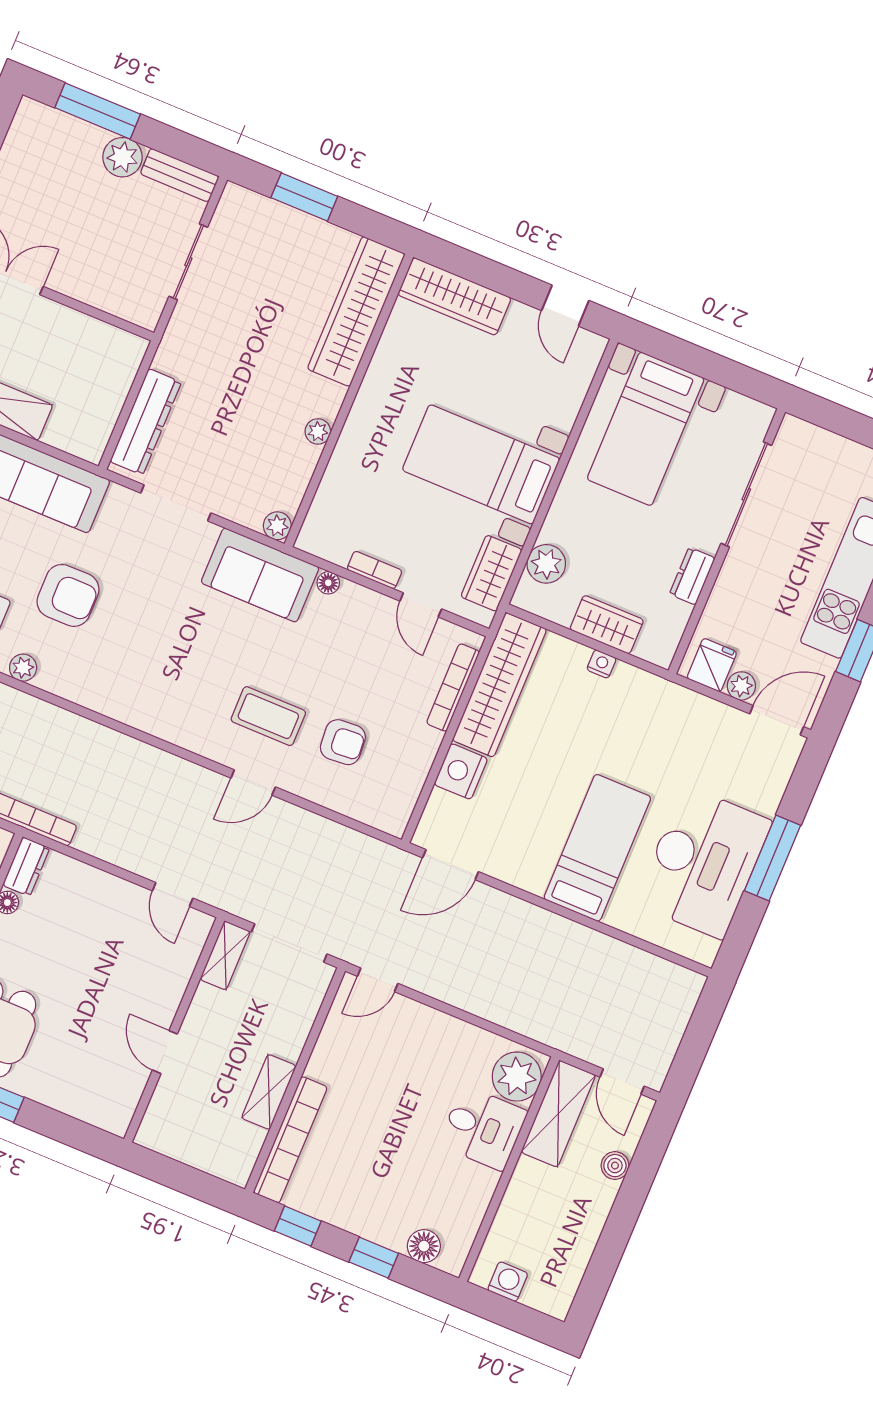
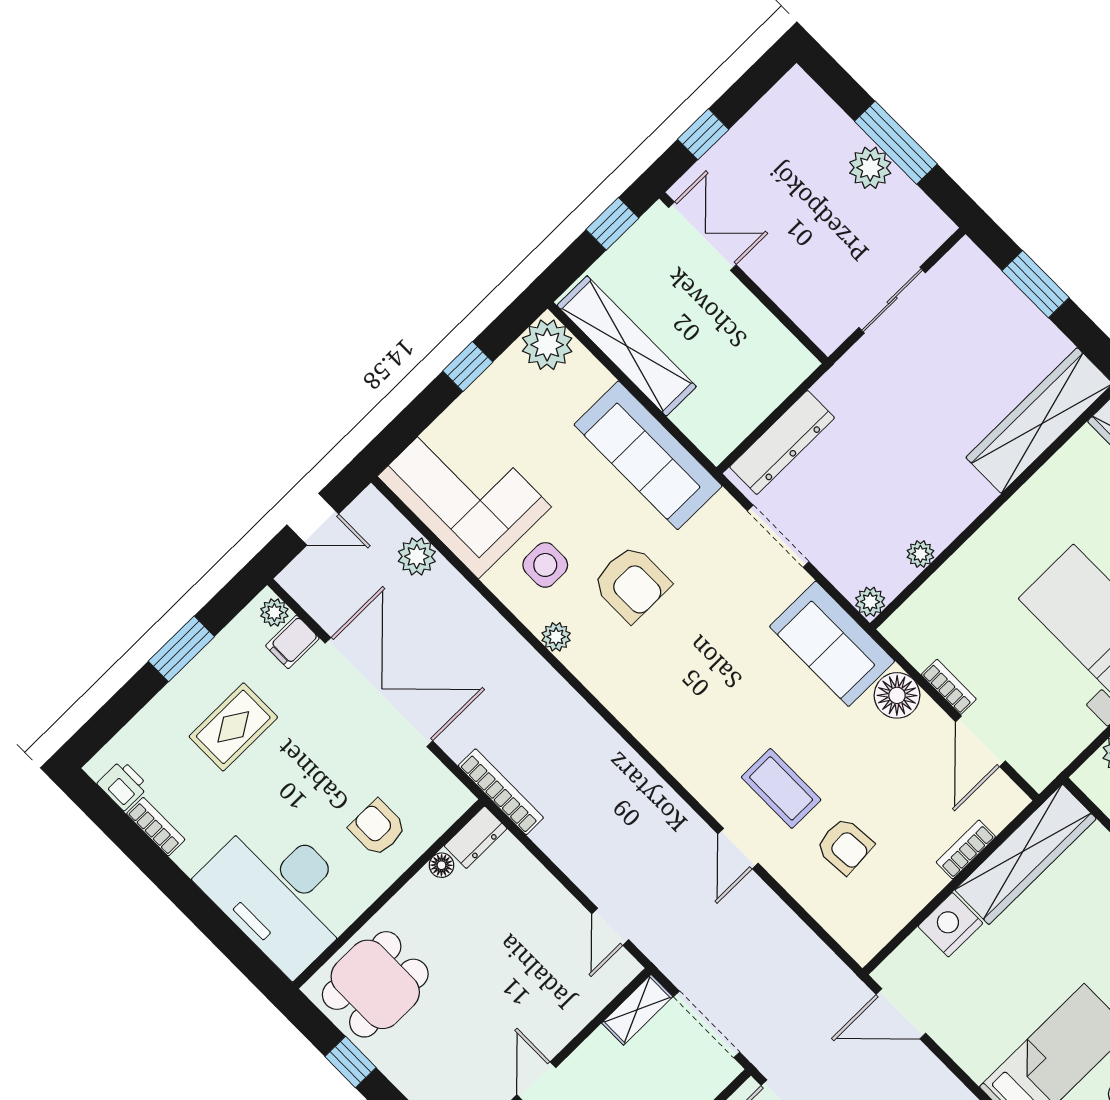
window: (98, 111) -> (896, 143), moved
bench: (180, 175) -> (920, 210), removed
plant: (318, 431) -> (920, 554), moved
wardrobe: (491, 573) -> (1064, 739), removed
floor lamp: (328, 583) -> (897, 695), width x1.89, depth x1.89
door: (421, 605) -> (980, 741), width x1.38
bookcase: (453, 687) -> (966, 849), width x0.64
door: (253, 783) -> (738, 849), hinge flipped

